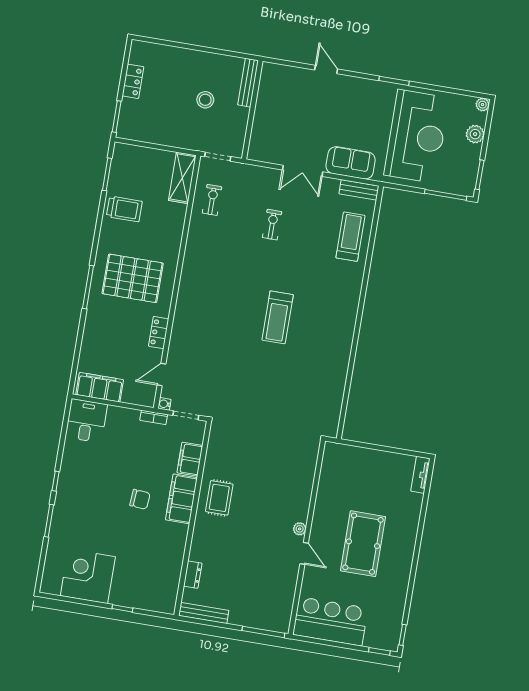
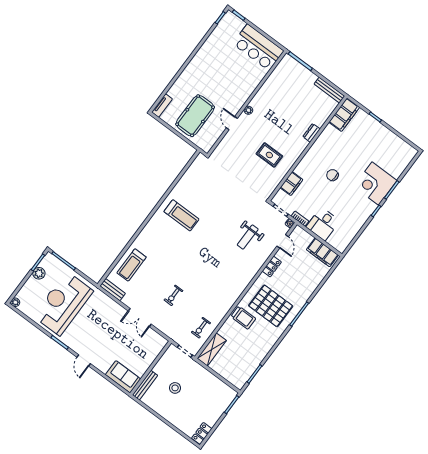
door: (326, 70) -> (84, 360), moved
locker: (133, 81) -> (202, 433), moved
plant: (475, 134) -> (39, 273), moved
sofa: (351, 163) -> (123, 377), moved, turned 180
double door: (303, 171) -> (140, 318), swing flipped
trolley: (124, 209) -> (243, 318), moved, turned 180
treadmill: (278, 317) -> (181, 215), moved, turned 90
weight bench: (212, 356) -> (248, 237), added
door: (161, 374) -> (283, 241), hinge flipped
desk: (86, 421) -> (323, 224), moved
rug: (219, 498) -> (269, 155), moved, turned 90
filing cabinet: (181, 499) -> (344, 115), moved
pool table: (363, 544) -> (195, 116), moved
door: (304, 553) -> (232, 123), moved
dresser: (193, 575) -> (311, 133), moved
corner desk: (88, 576) -> (375, 184), moved, turned 90

